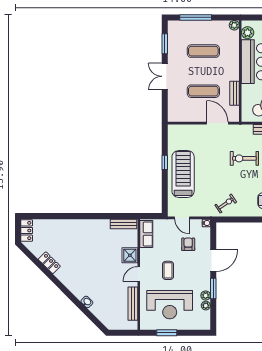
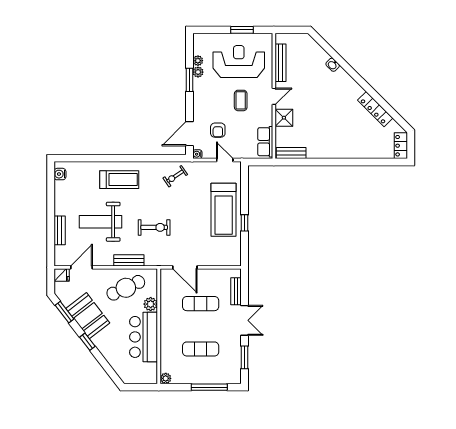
plant: (248, 33) -> (151, 304), moved
bench: (235, 93) -> (236, 291), moved
door: (213, 261) -> (190, 134), moved
locker: (49, 263) -> (375, 109), width x1.53

